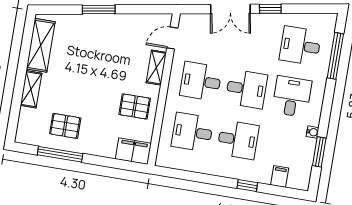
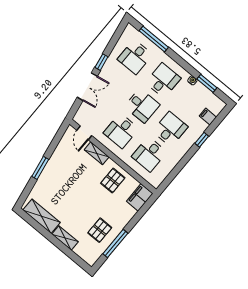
desk: (246, 89) -> (142, 106), turned 90
desk: (292, 97) -> (163, 80), turned 90

